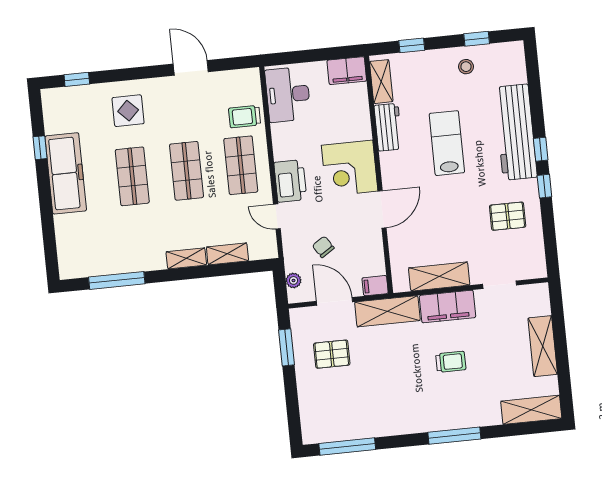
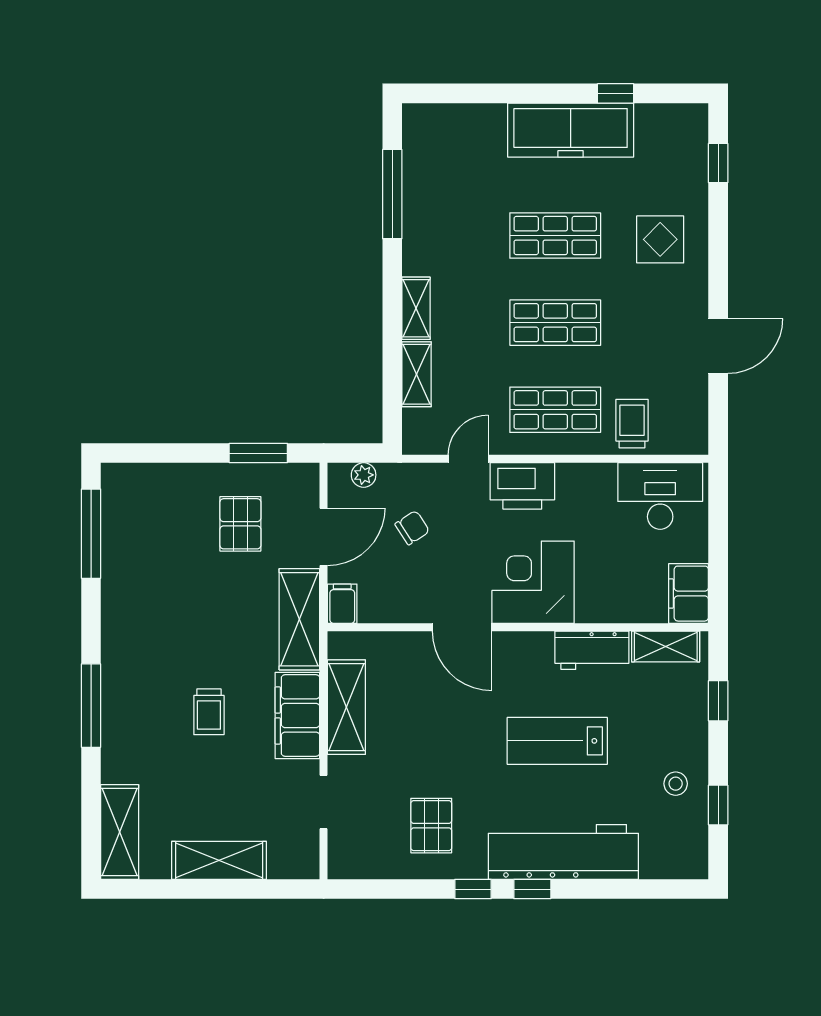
lab bench: (447, 143) -> (557, 741), turned 180

